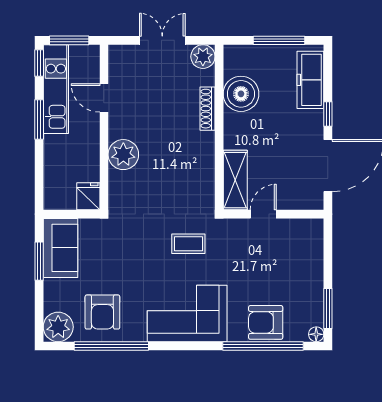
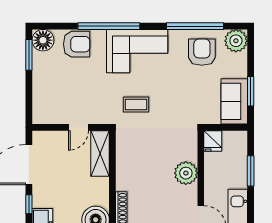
window: (39, 119) -> (251, 171), moved
floor lamp: (316, 334) -> (43, 40), width x1.89, depth x1.89
window: (263, 346) -> (109, 26), moved

